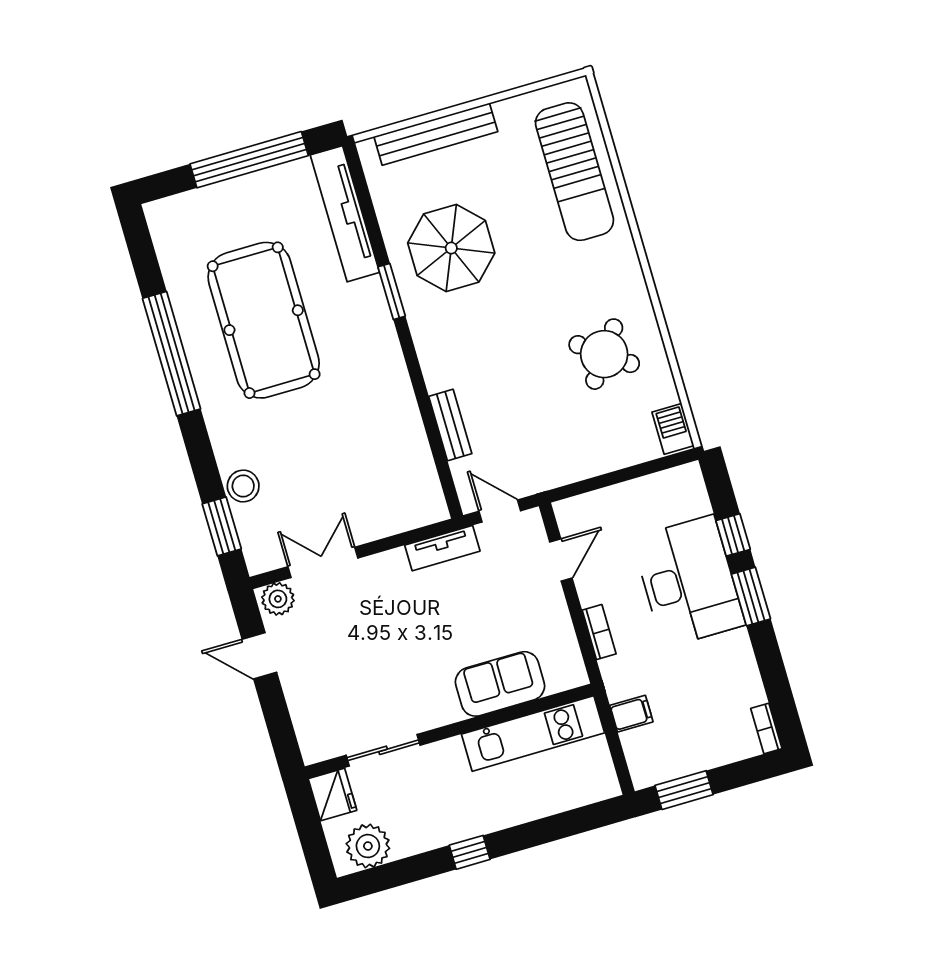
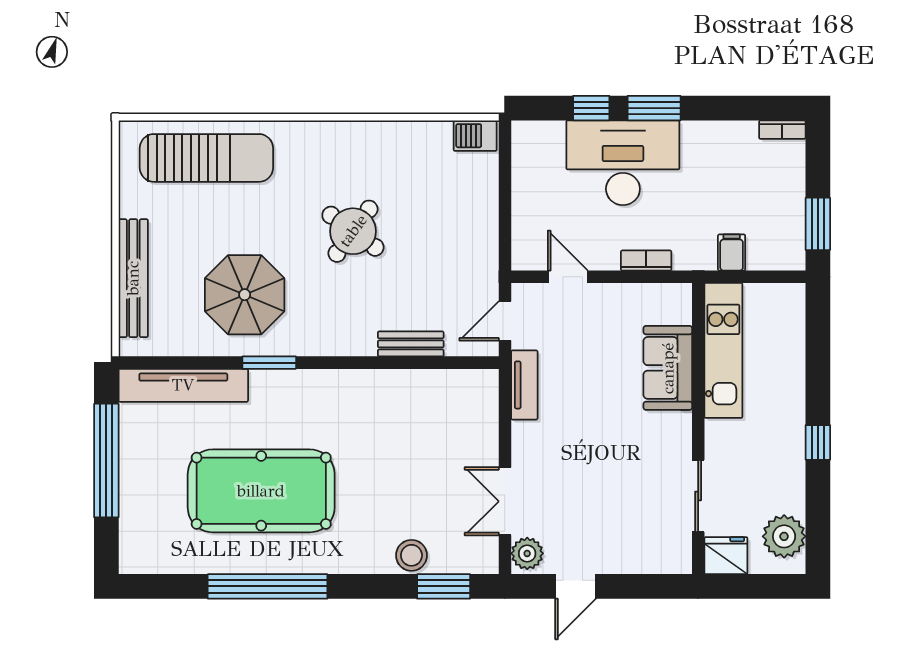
round table: (604, 354) -> (353, 231), moved

